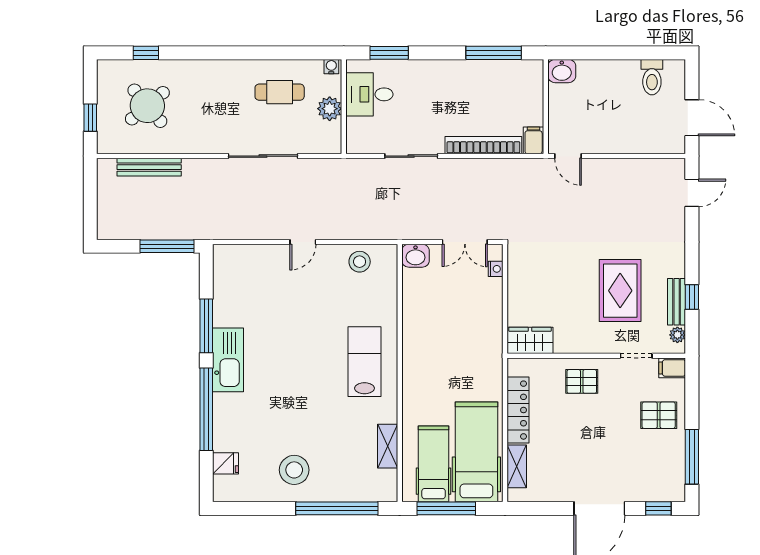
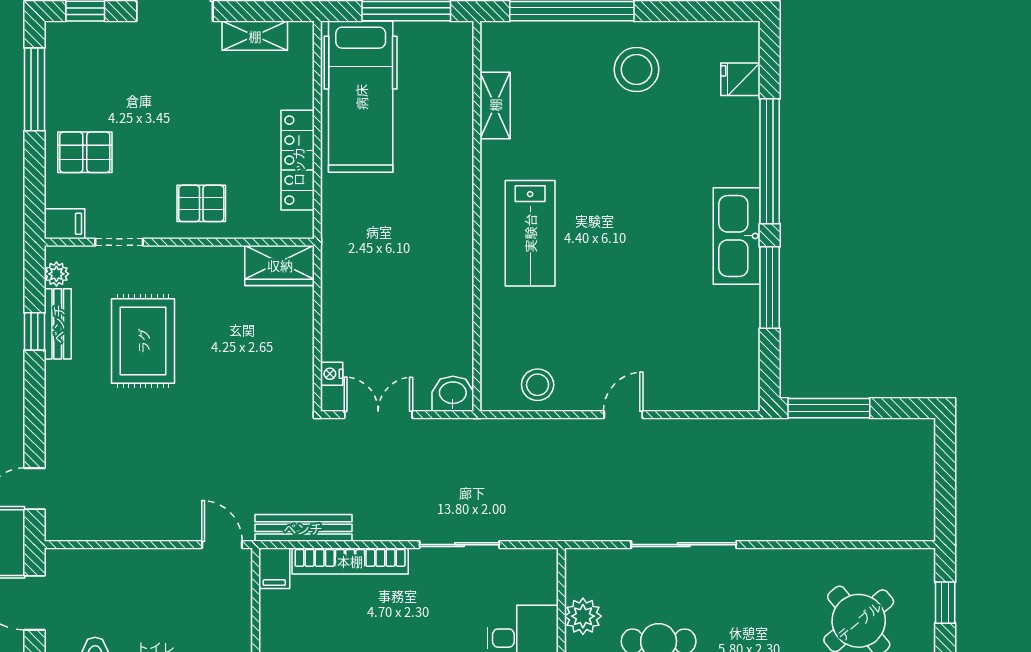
bench: (149, 167) -> (303, 528), moved
hospital bed: (434, 464) -> (426, 78), removed
shelving: (517, 466) -> (255, 36), moved, turned 90

